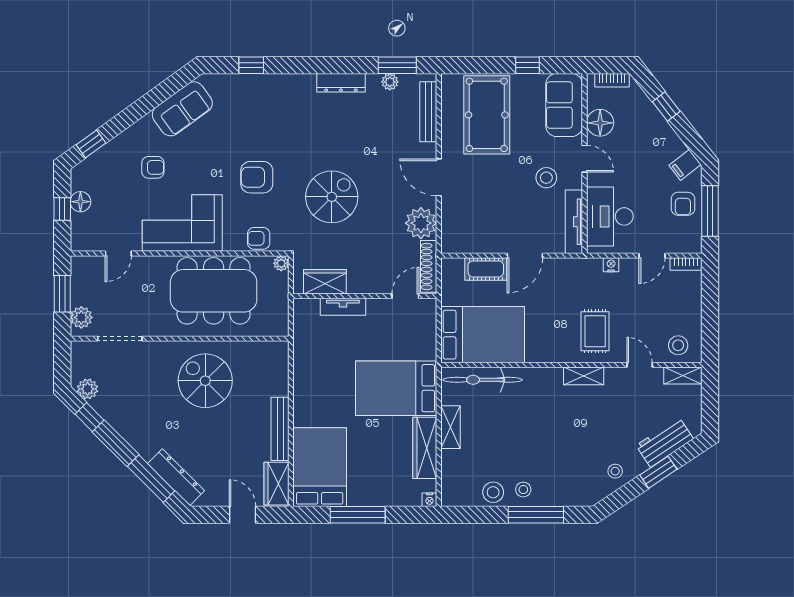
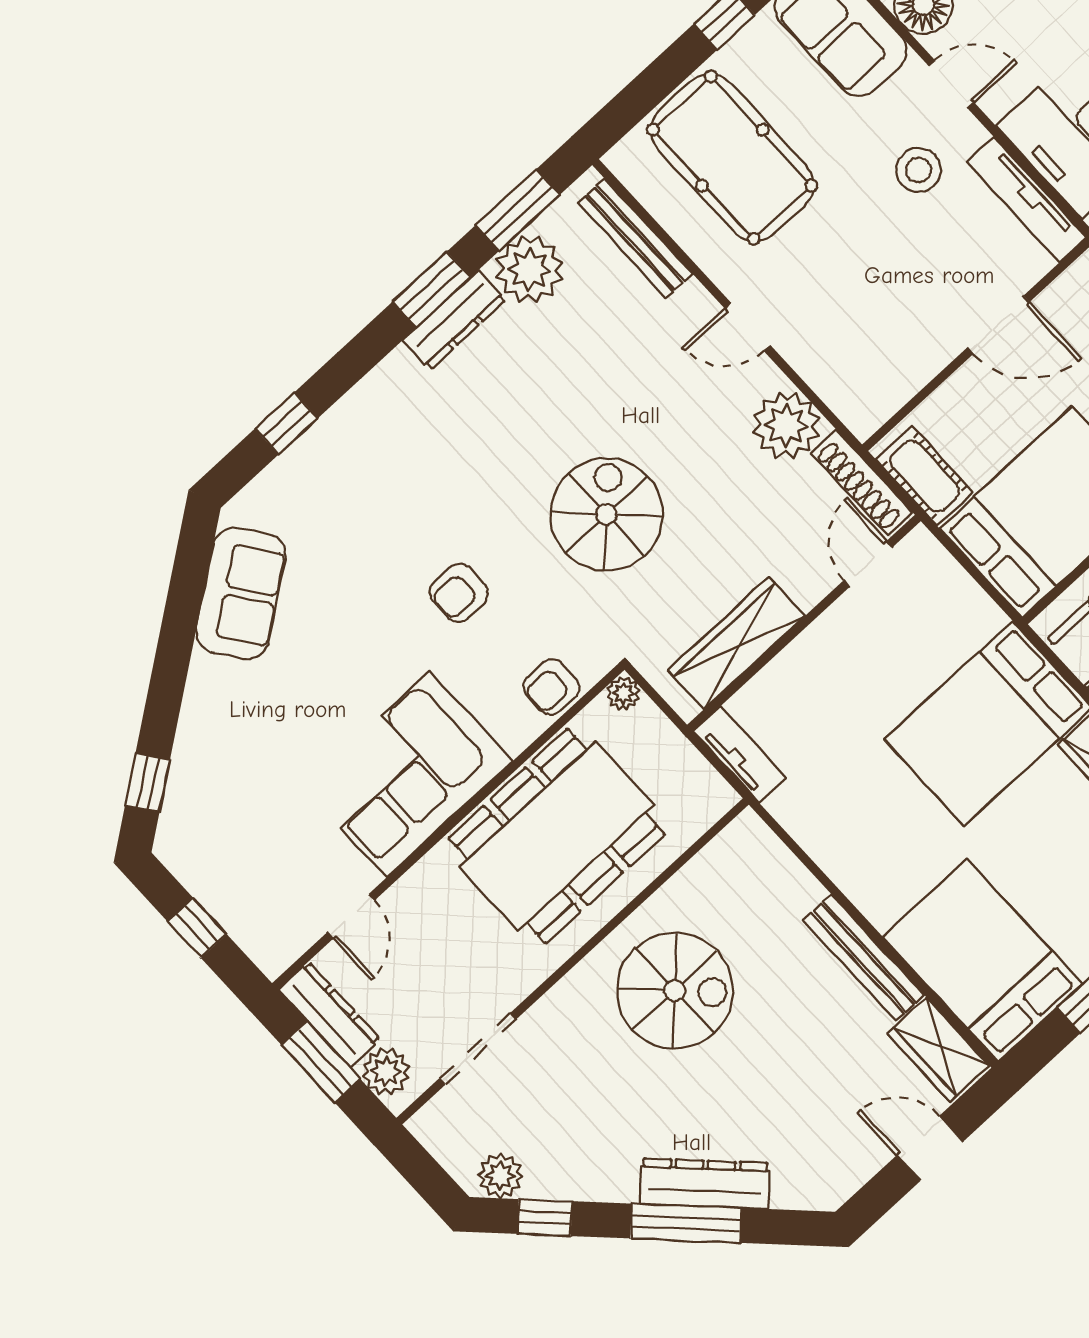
window: (343, 65) -> (432, 289), added
plant: (390, 82) -> (529, 269), width x1.87, depth x1.87
armchair: (153, 167) -> (280, 729), removed
armchair: (257, 177) -> (459, 593), width x0.72, depth x0.72
door: (439, 177) -> (748, 327), width x0.73
floor lamp: (80, 202) -> (215, 889), removed
door: (525, 256) -> (998, 325), hinge flipped
cot: (486, 269) -> (925, 476), moved, turned 90
dresser: (80, 280) -> (329, 1015), added
wardrobe: (325, 282) -> (736, 643), width x1.50
tv unit: (343, 307) -> (740, 755), moved, turned -90
spiral stairs: (205, 381) -> (675, 991), turned 180
dresser: (176, 477) -> (705, 1184), moved
window: (151, 479) -> (686, 1223), moved

